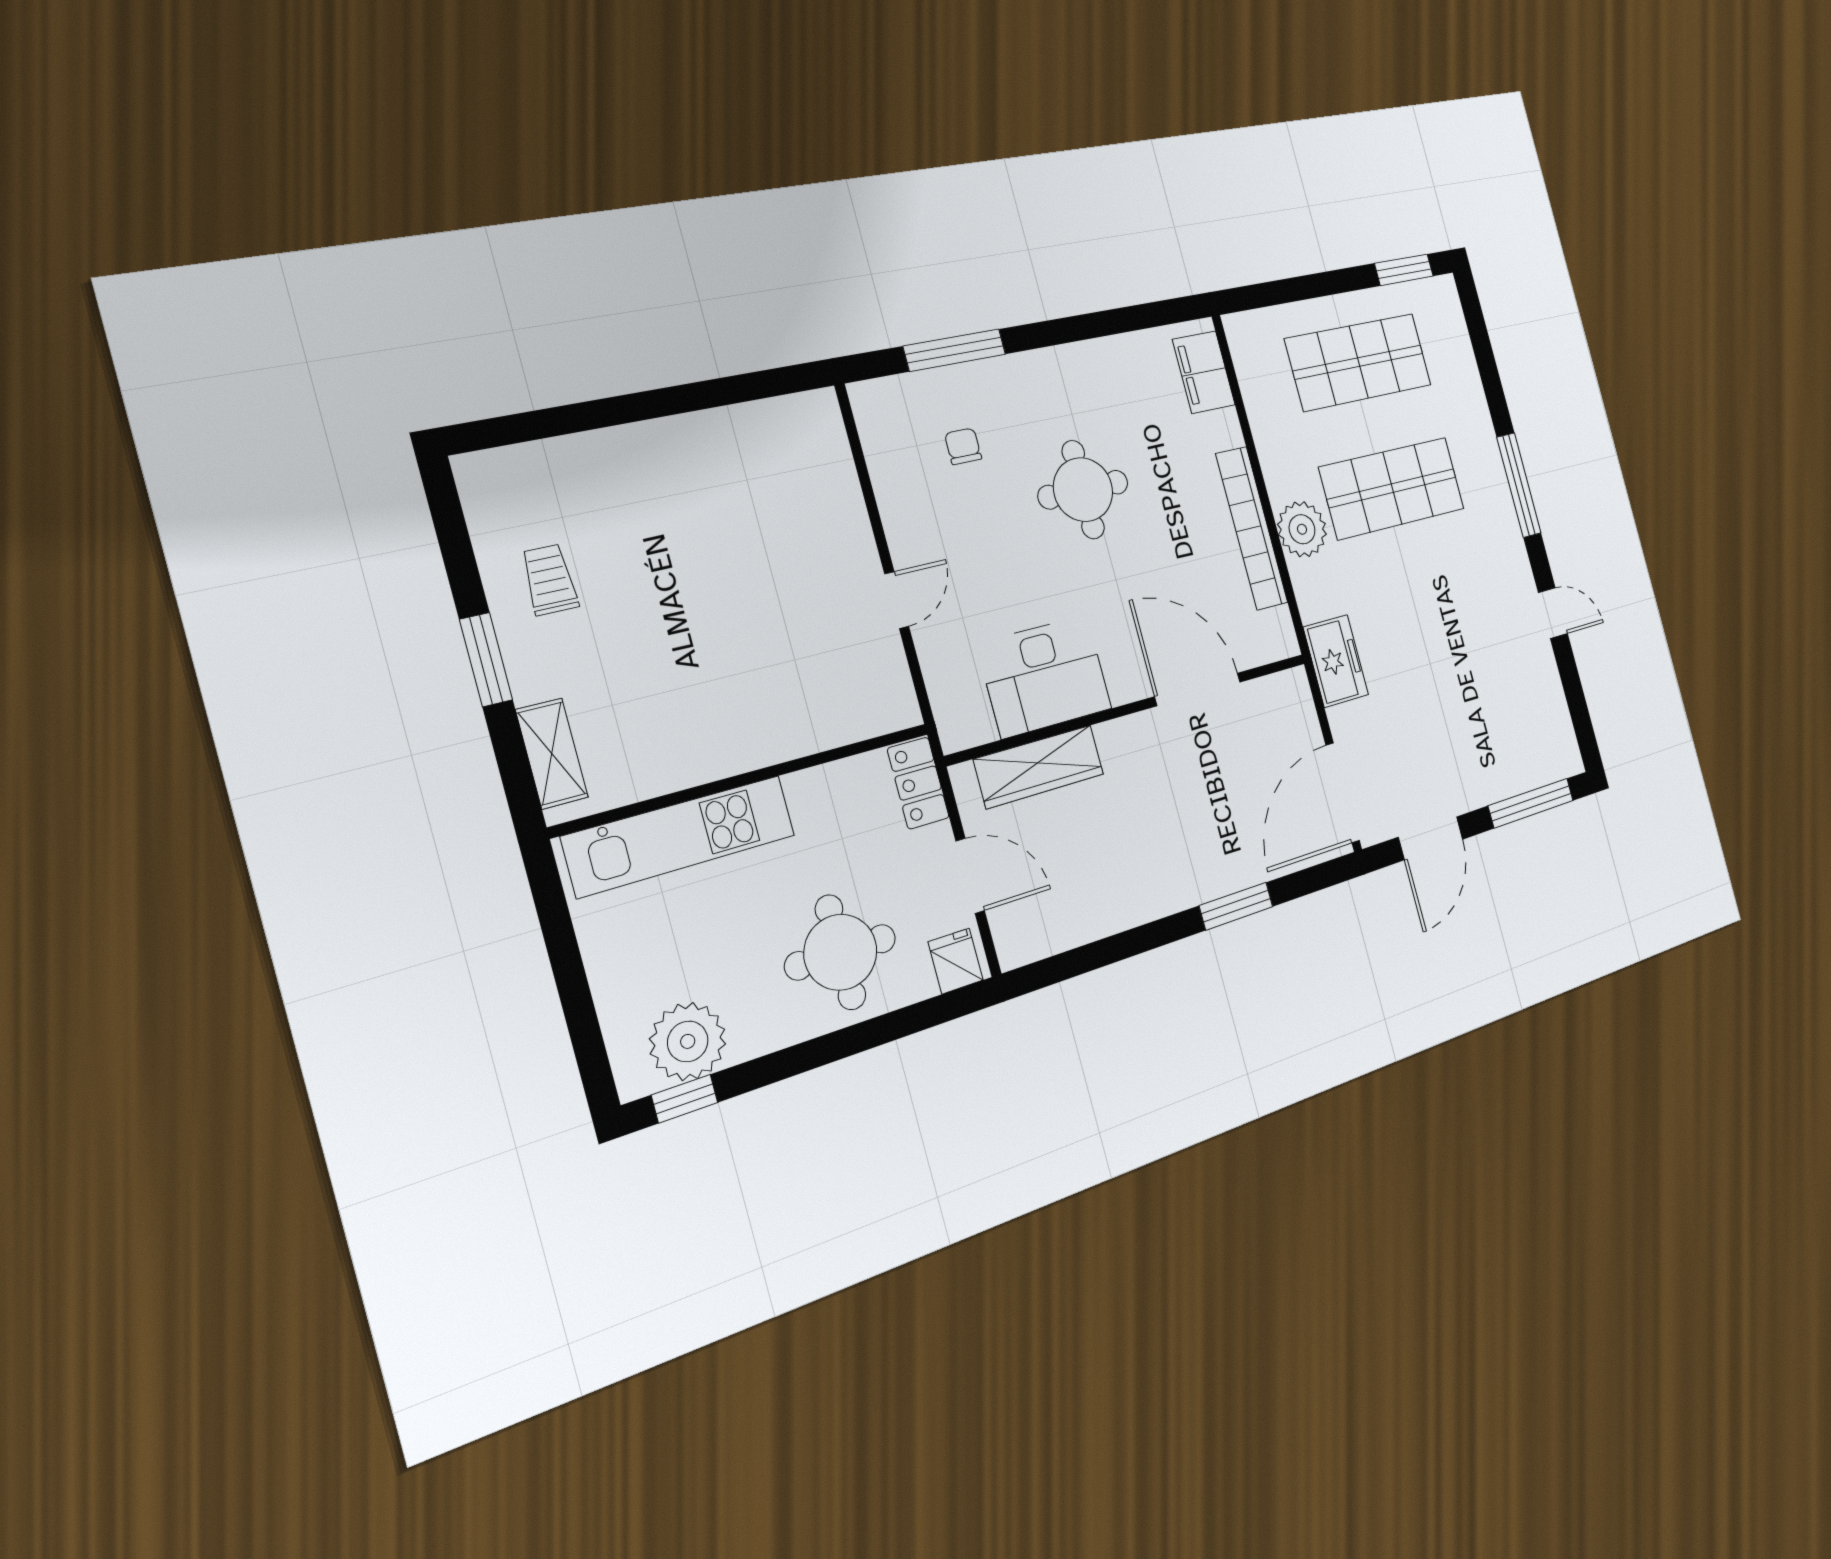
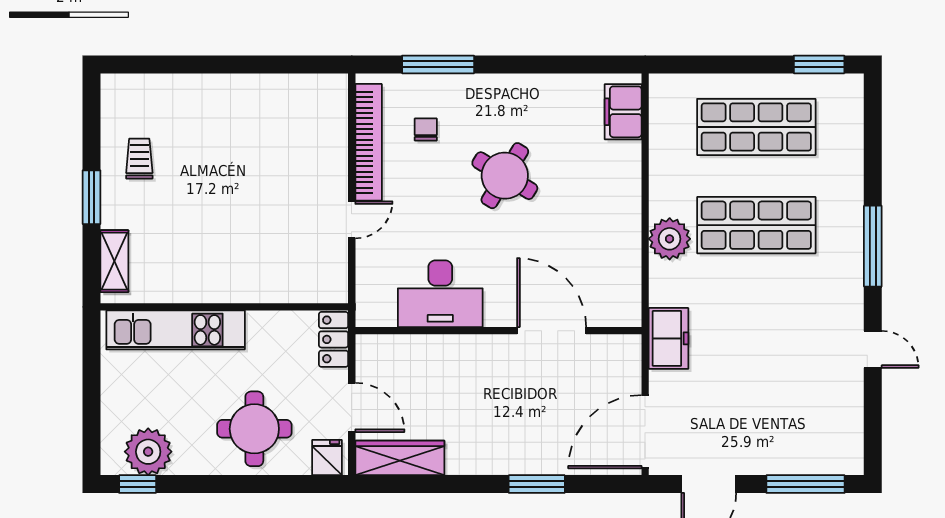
round table: (1083, 490) -> (505, 176), turned 31
bookcase: (1252, 528) -> (369, 142), moved, turned 180
wardrobe: (1039, 767) -> (400, 458), moved, turned 180

